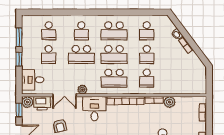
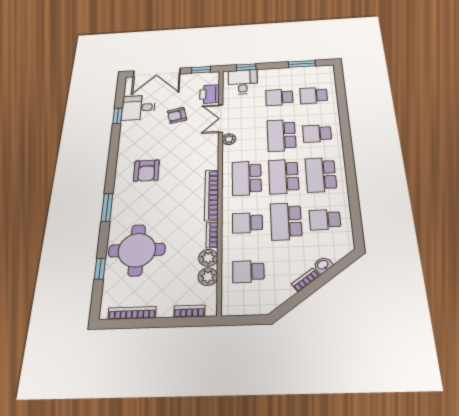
school desk: (147, 54) -> (286, 221), width x1.85
window: (19, 59) -> (246, 67), moved
school desk: (179, 78) -> (248, 272), added
plant: (27, 102) -> (208, 277), moved
desk: (94, 109) -> (200, 155), removed

